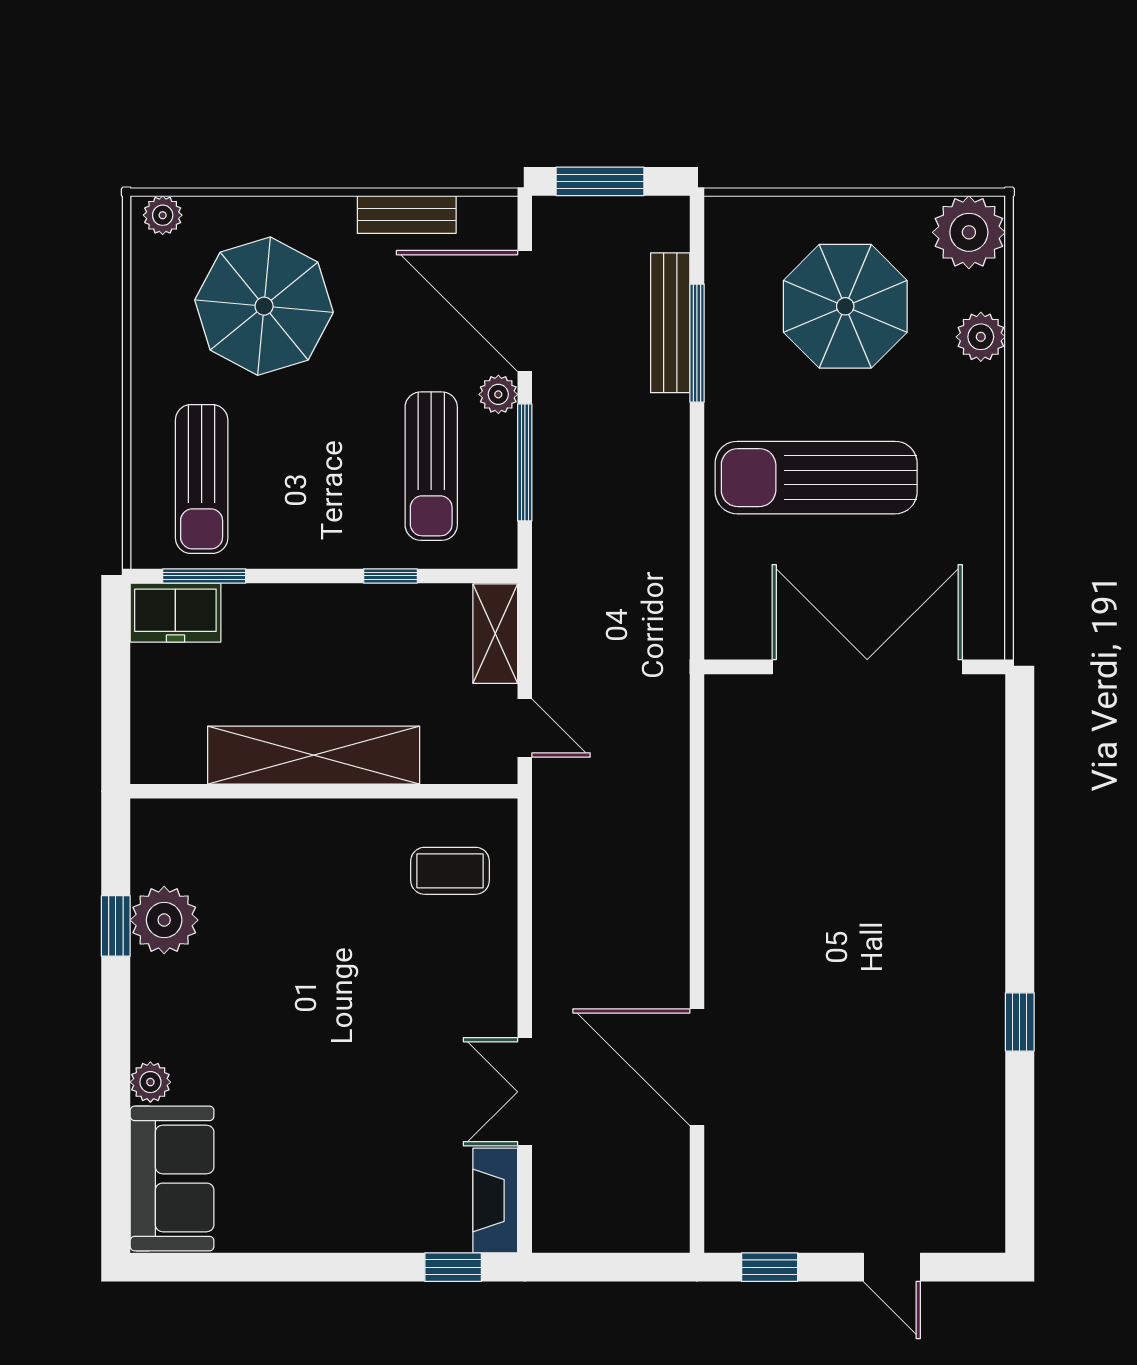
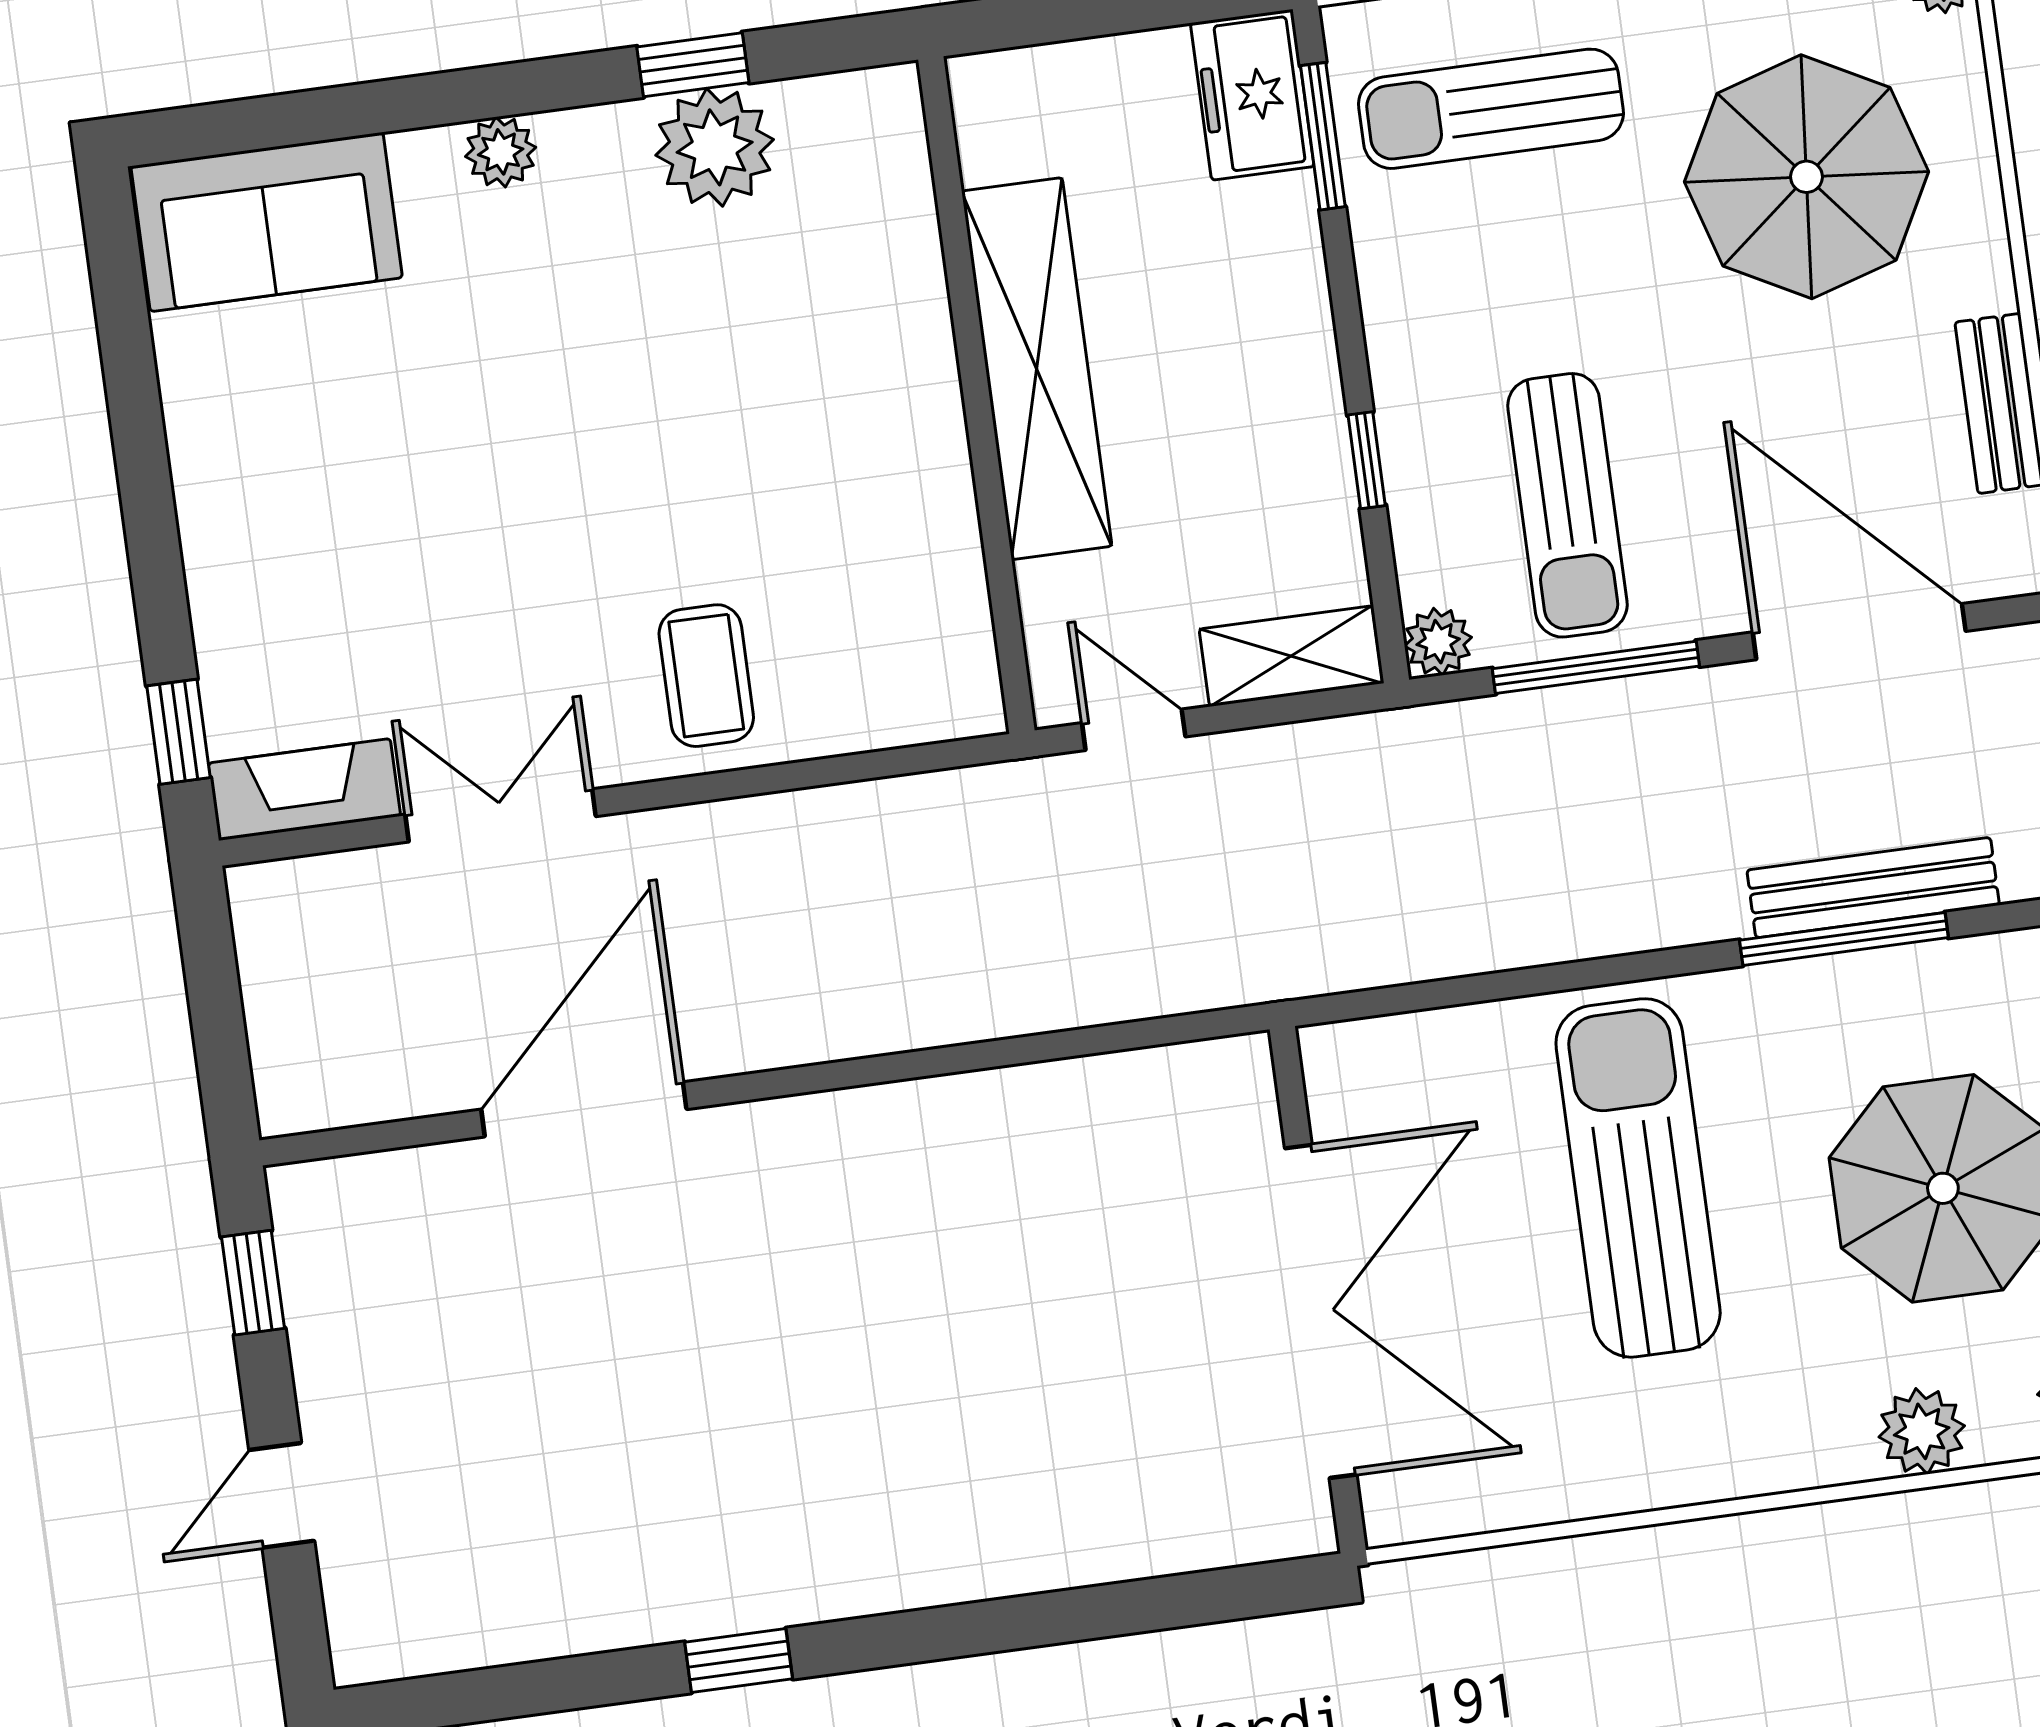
door: (525, 311) -> (1859, 632), hinge flipped
plant: (498, 394) -> (1438, 642), moved
sun lounger: (431, 466) -> (1567, 505), turned -90
door: (525, 728) -> (1134, 730), swing flipped
coffee table: (450, 871) -> (706, 676), moved
plant: (150, 1082) -> (501, 152), moved

